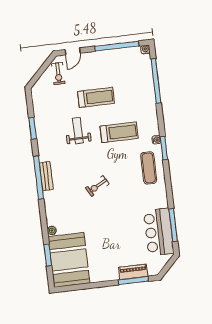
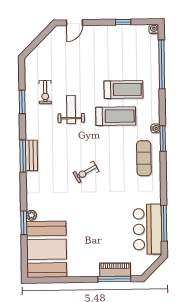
window: (117, 46) -> (123, 22), width x0.32
exercise bike: (58, 74) -> (45, 92), moved
treadmill: (96, 97) -> (123, 90), moved
window: (39, 178) -> (23, 156), width x0.68
window: (48, 255) -> (24, 223), moved

